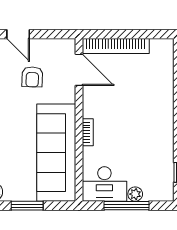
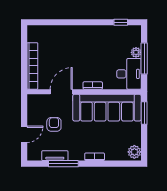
door: (79, 70) -> (61, 92), moved
armchair: (32, 77) -> (54, 124), turned -92
window: (27, 206) -> (144, 113), moved

